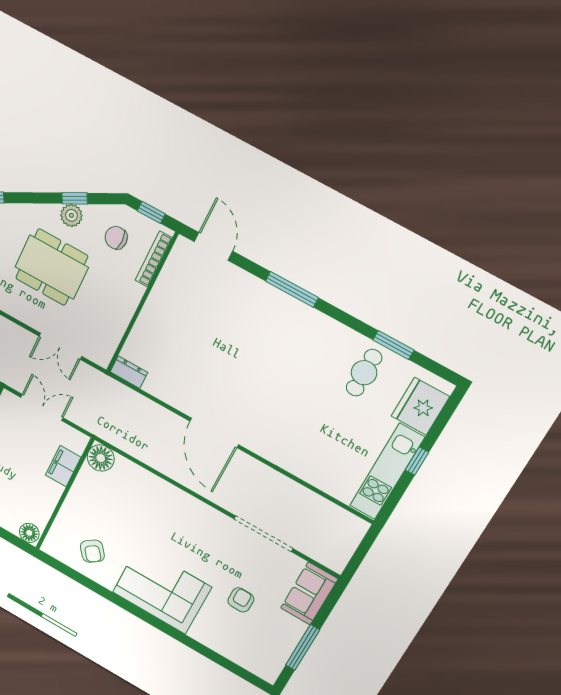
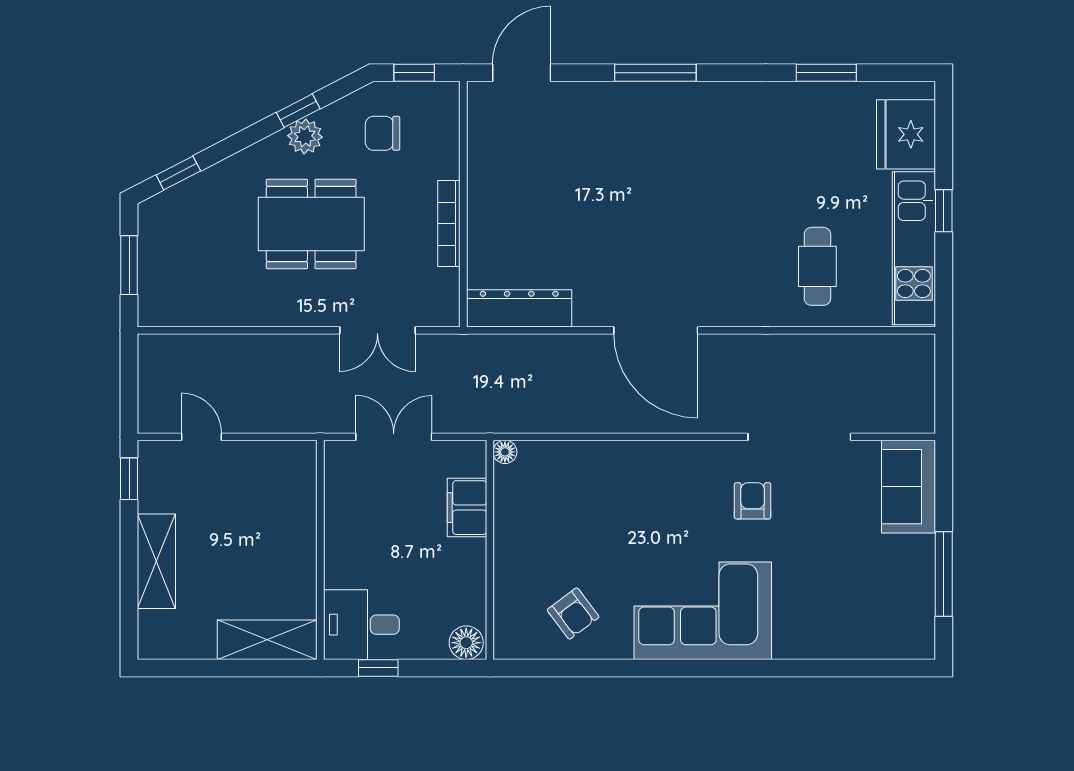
door: (213, 246) -> (522, 73), hinge flipped
bookcase: (154, 259) -> (449, 224), moved
dresser: (129, 372) -> (519, 308), width x1.96, depth x1.24
cafe table: (364, 373) -> (817, 266), moved
floor lamp: (101, 458) -> (505, 452), width x0.53, depth x0.53
armchair: (241, 600) -> (753, 501), moved

